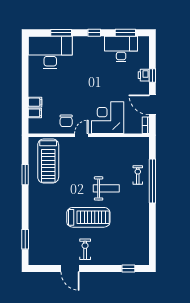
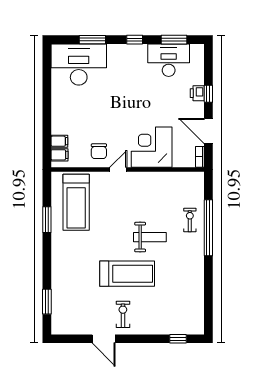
filing cabinet: (35, 102) -> (59, 155), moved

